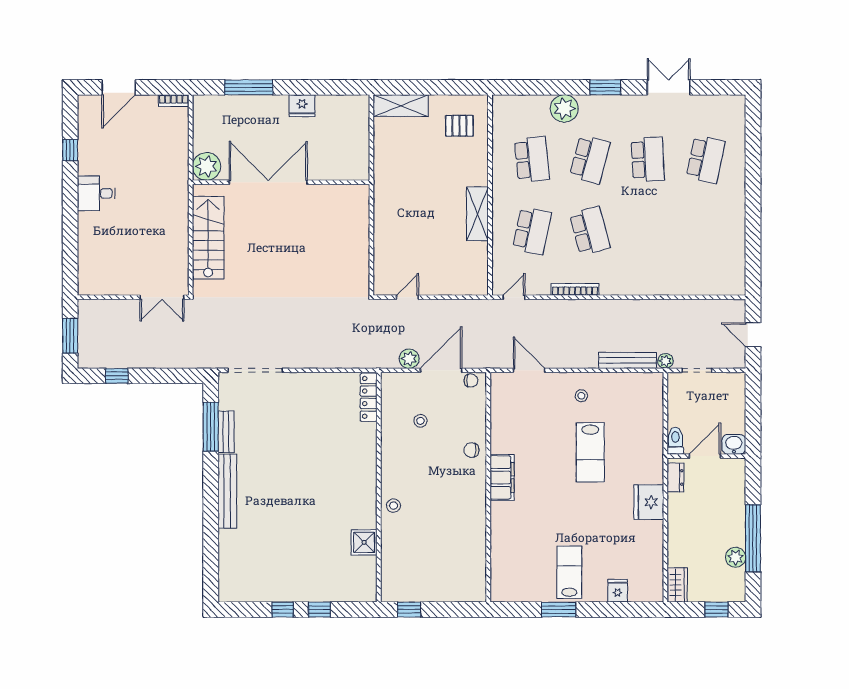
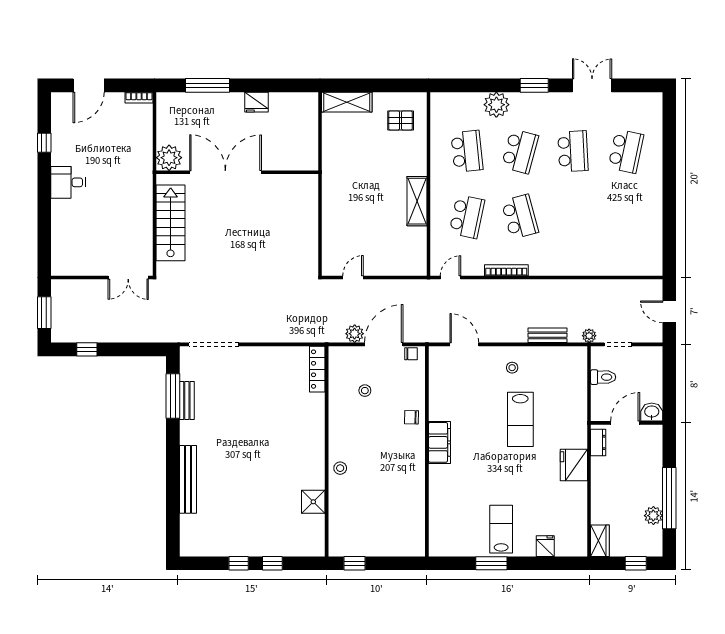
bench: (628, 360) -> (547, 335), width x0.73
toilet: (675, 441) -> (603, 377), moved, turned 90
bench: (227, 491) -> (188, 479), moved

